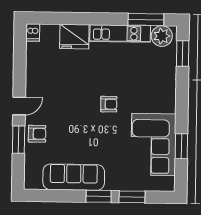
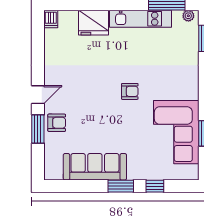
plant: (162, 36) -> (188, 16), width x0.53, depth x0.53
window: (132, 197) -> (155, 186), width x0.67

